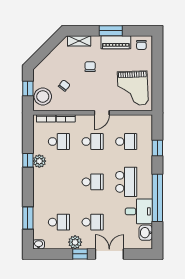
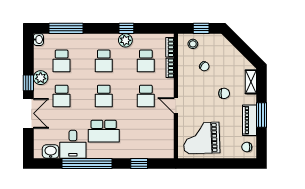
stool: (43, 96) -> (193, 44), width x0.53, depth x0.53
school desk: (126, 142) -> (104, 61), moved
window: (28, 218) -> (66, 28), width x1.44

